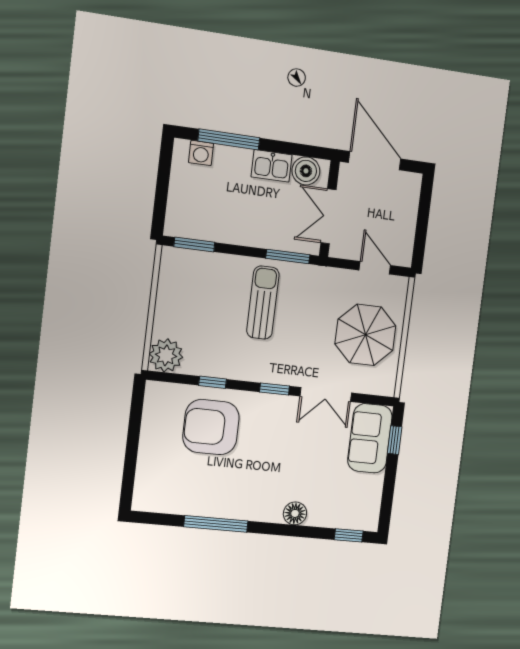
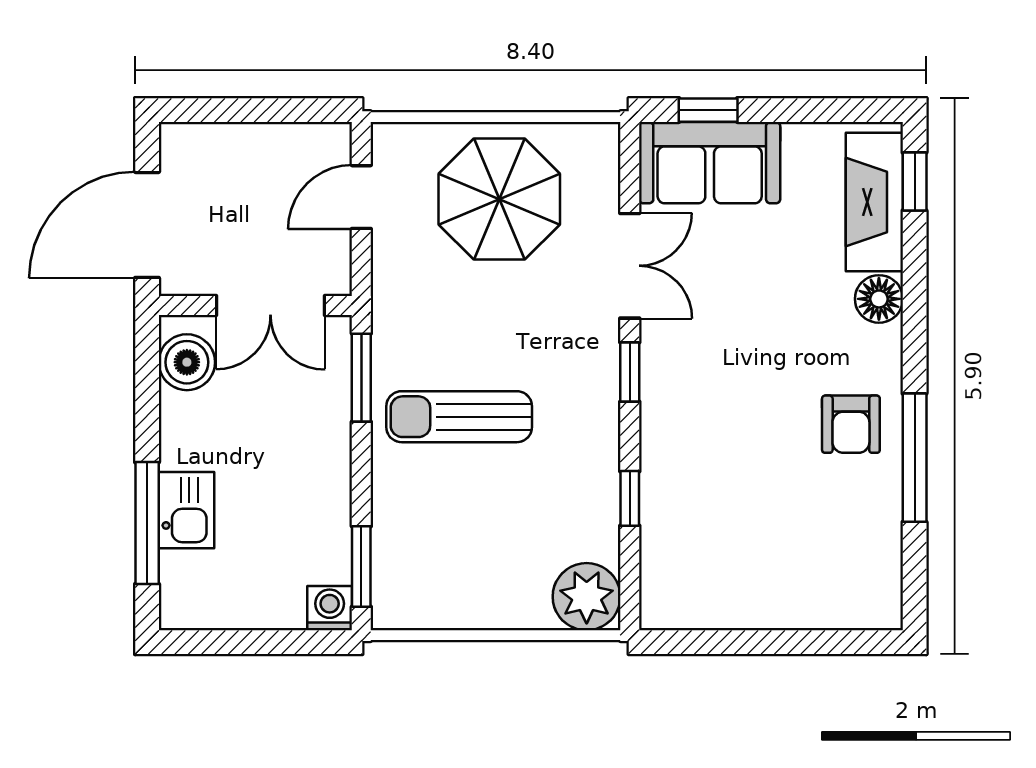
washing machine: (201, 153) -> (330, 608), moved, turned -90
kitchen sink: (272, 166) -> (187, 510), moved
armchair: (211, 427) -> (851, 424), moved, width x0.53, depth x0.53
fireplace: (341, 515) -> (874, 202), added

